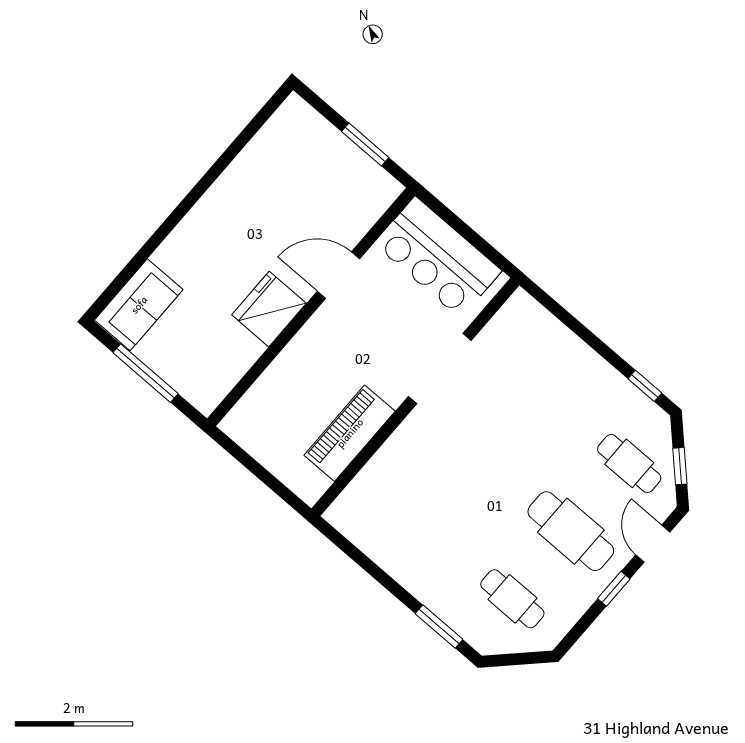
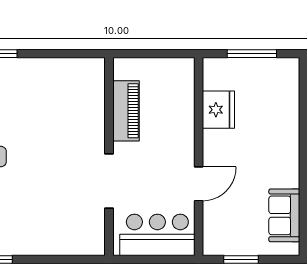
sofa: (139, 305) -> (284, 215), moved
fridge: (269, 309) -> (218, 110), moved

